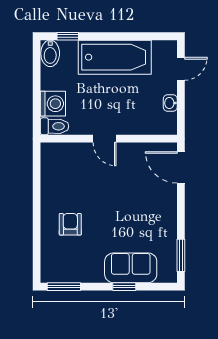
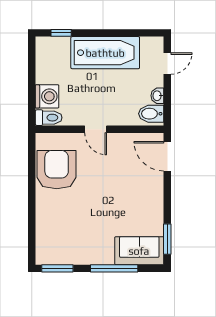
bidet: (50, 53) -> (151, 114), moved, turned 90
armchair: (70, 224) -> (57, 170), moved, width x1.88, depth x1.88
sofa: (131, 268) -> (139, 251), moved
window: (124, 287) -> (114, 268), width x2.17

